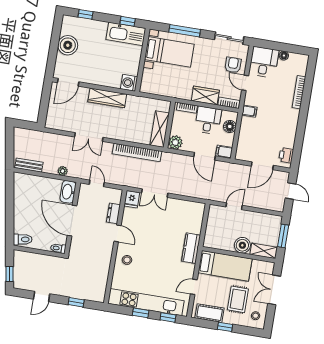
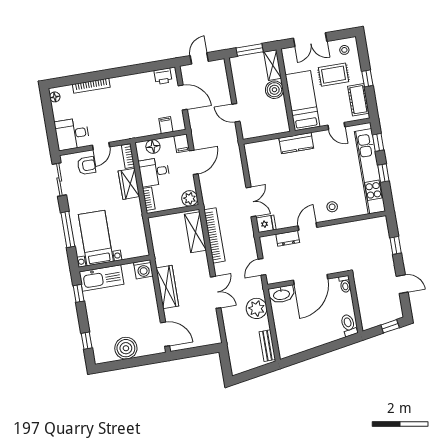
kitchen sink: (126, 34) -> (102, 278), moved, turned 90
floor lamp: (284, 56) -> (55, 97), moved
armchair: (233, 65) -> (87, 166), turned 180
filing cabinet: (249, 111) -> (166, 125), moved
shelving: (160, 129) -> (195, 232), moved, turned 90
plant: (63, 171) -> (257, 308), width x1.87, depth x1.87

